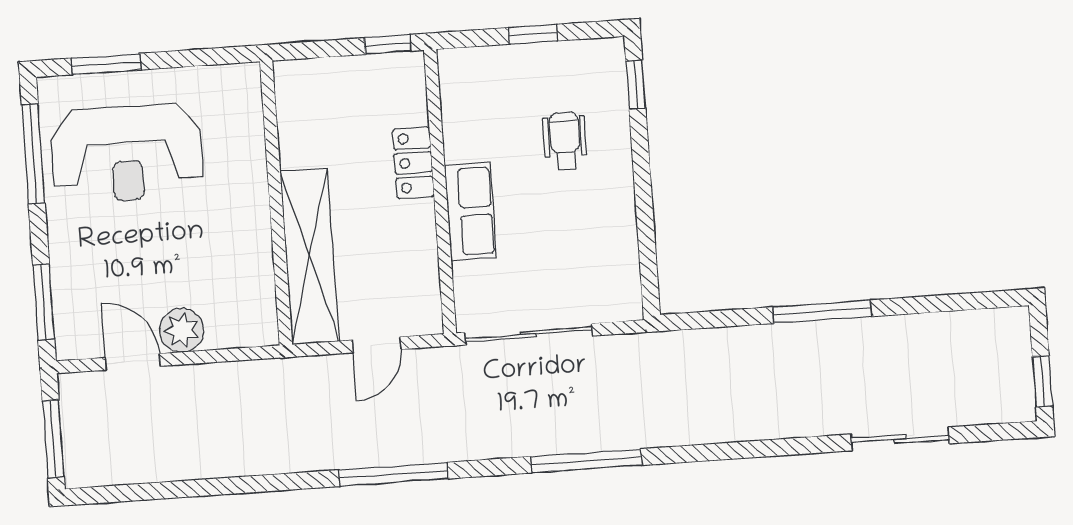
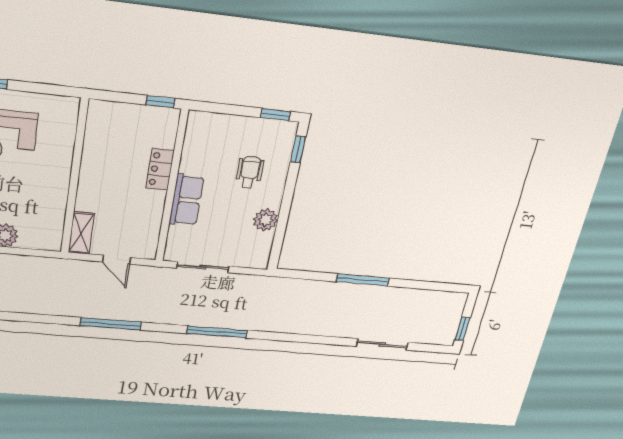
window: (533, 34) -> (275, 115), moved
plant: (615, 224) -> (266, 220), added
shelving: (310, 256) -> (81, 233), width x0.45, depth x0.75
sliding door: (529, 334) -> (203, 267), width x0.73
door: (377, 345) -> (117, 260), hinge flipped

